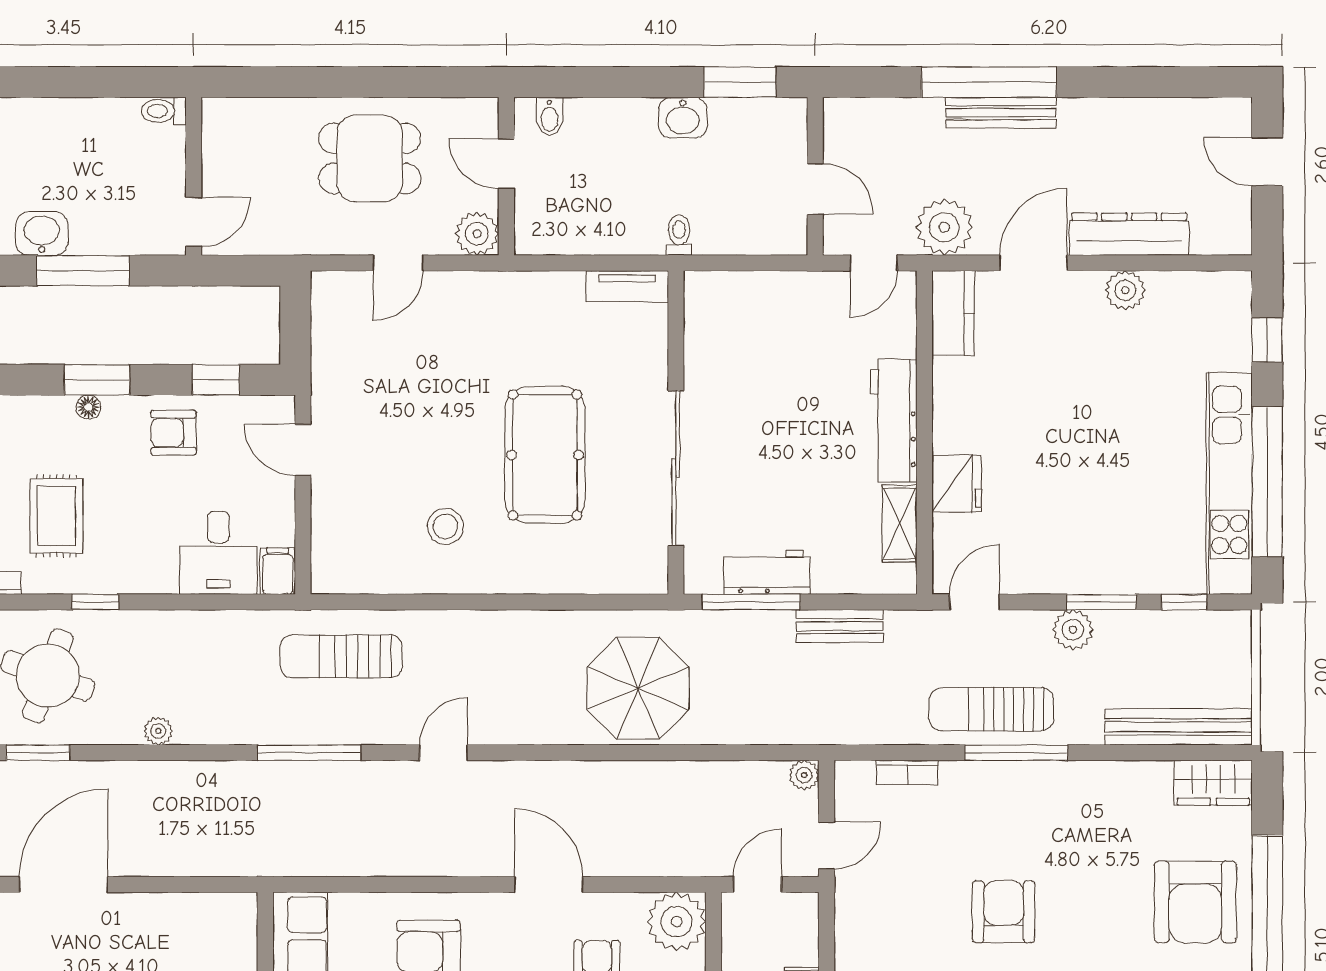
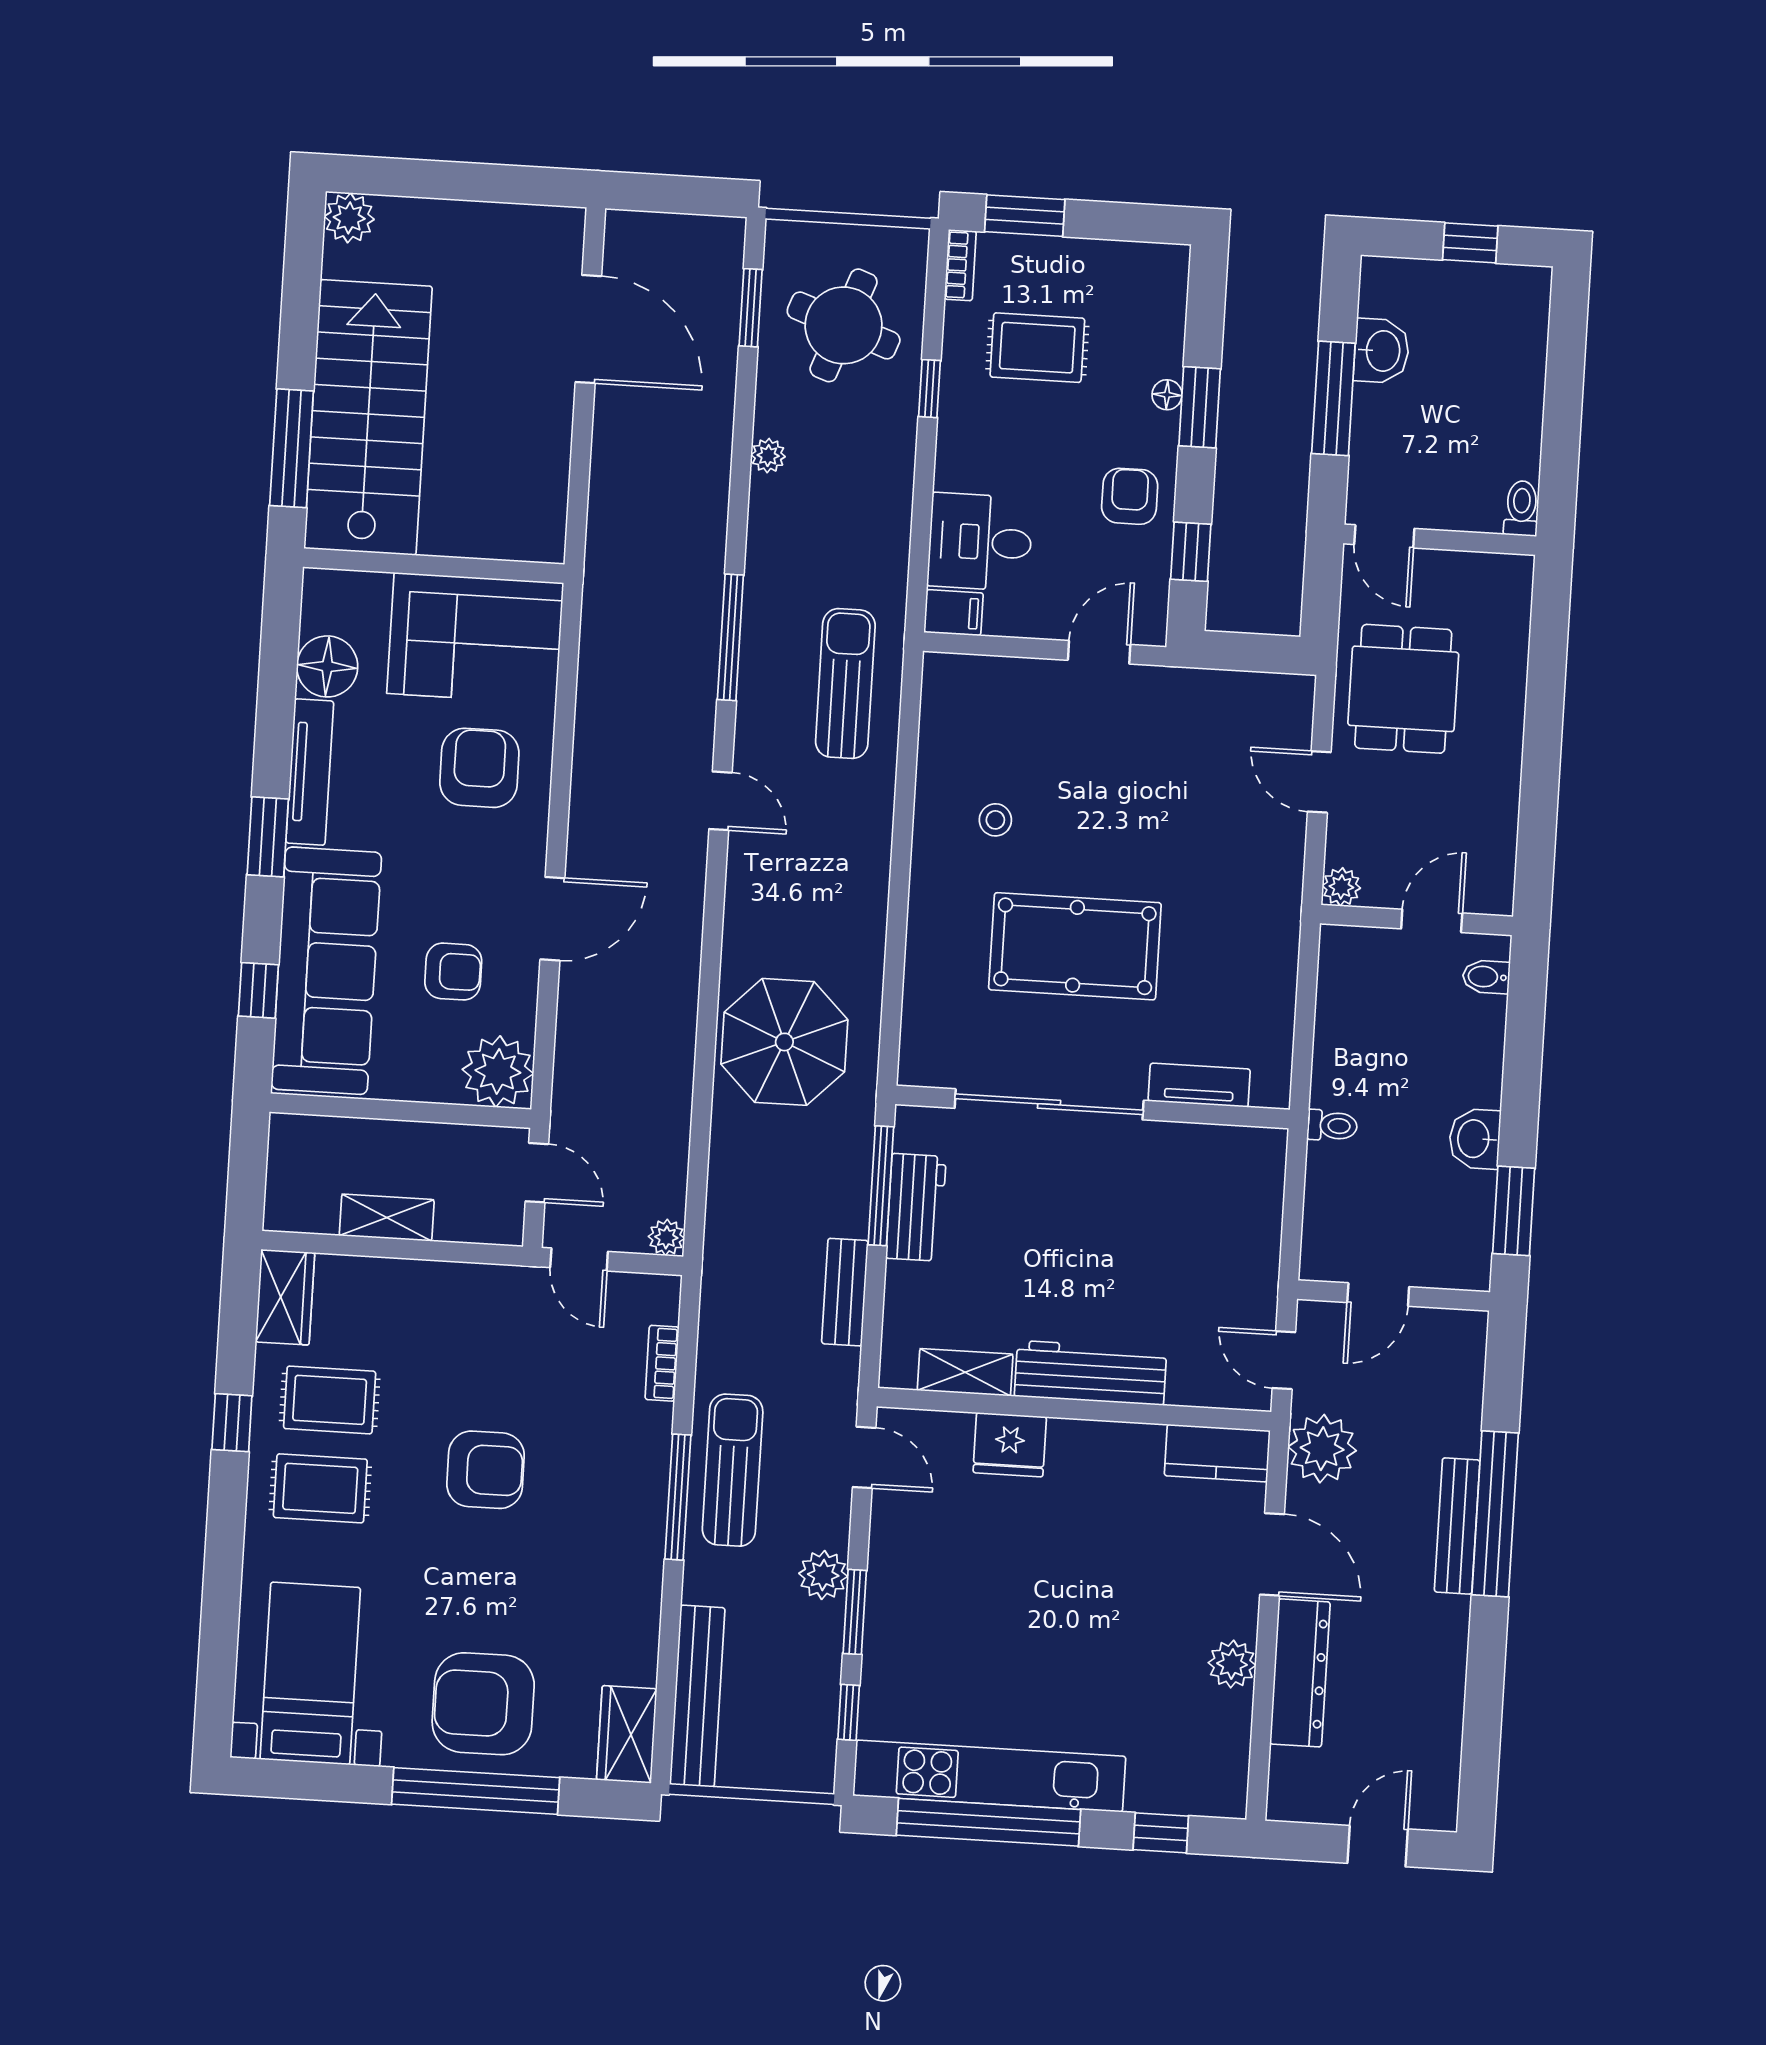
dining table: (370, 158) -> (1403, 689), moved
plant: (477, 234) -> (1341, 887), width x0.73, depth x0.73
tv unit: (627, 286) -> (1199, 1085), moved, turned 90
stool: (445, 526) -> (995, 820), width x0.73, depth x0.73

